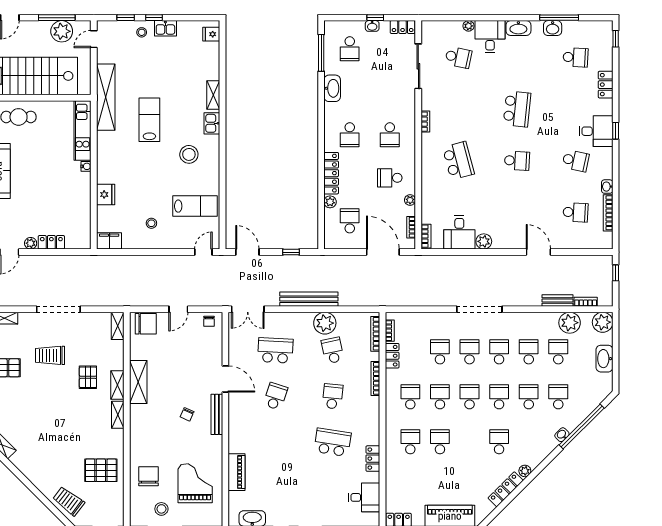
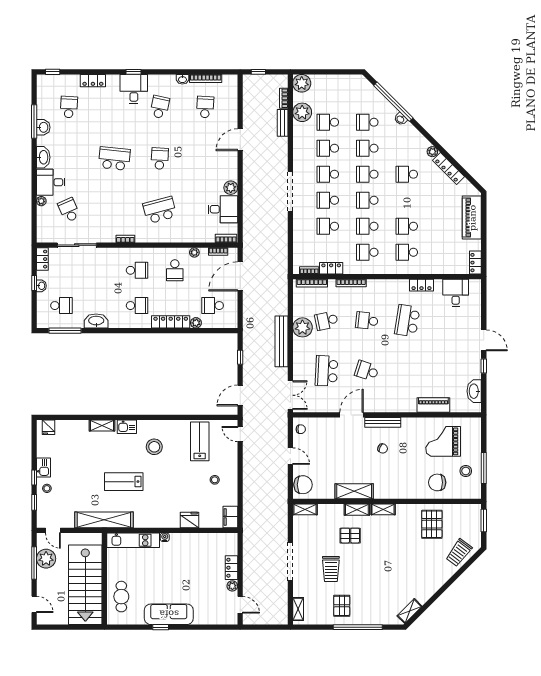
school desk: (458, 57) -> (69, 210), turned -36
chair: (146, 324) -> (303, 485), turned 90
washbasin: (604, 359) -> (334, 82), removed

